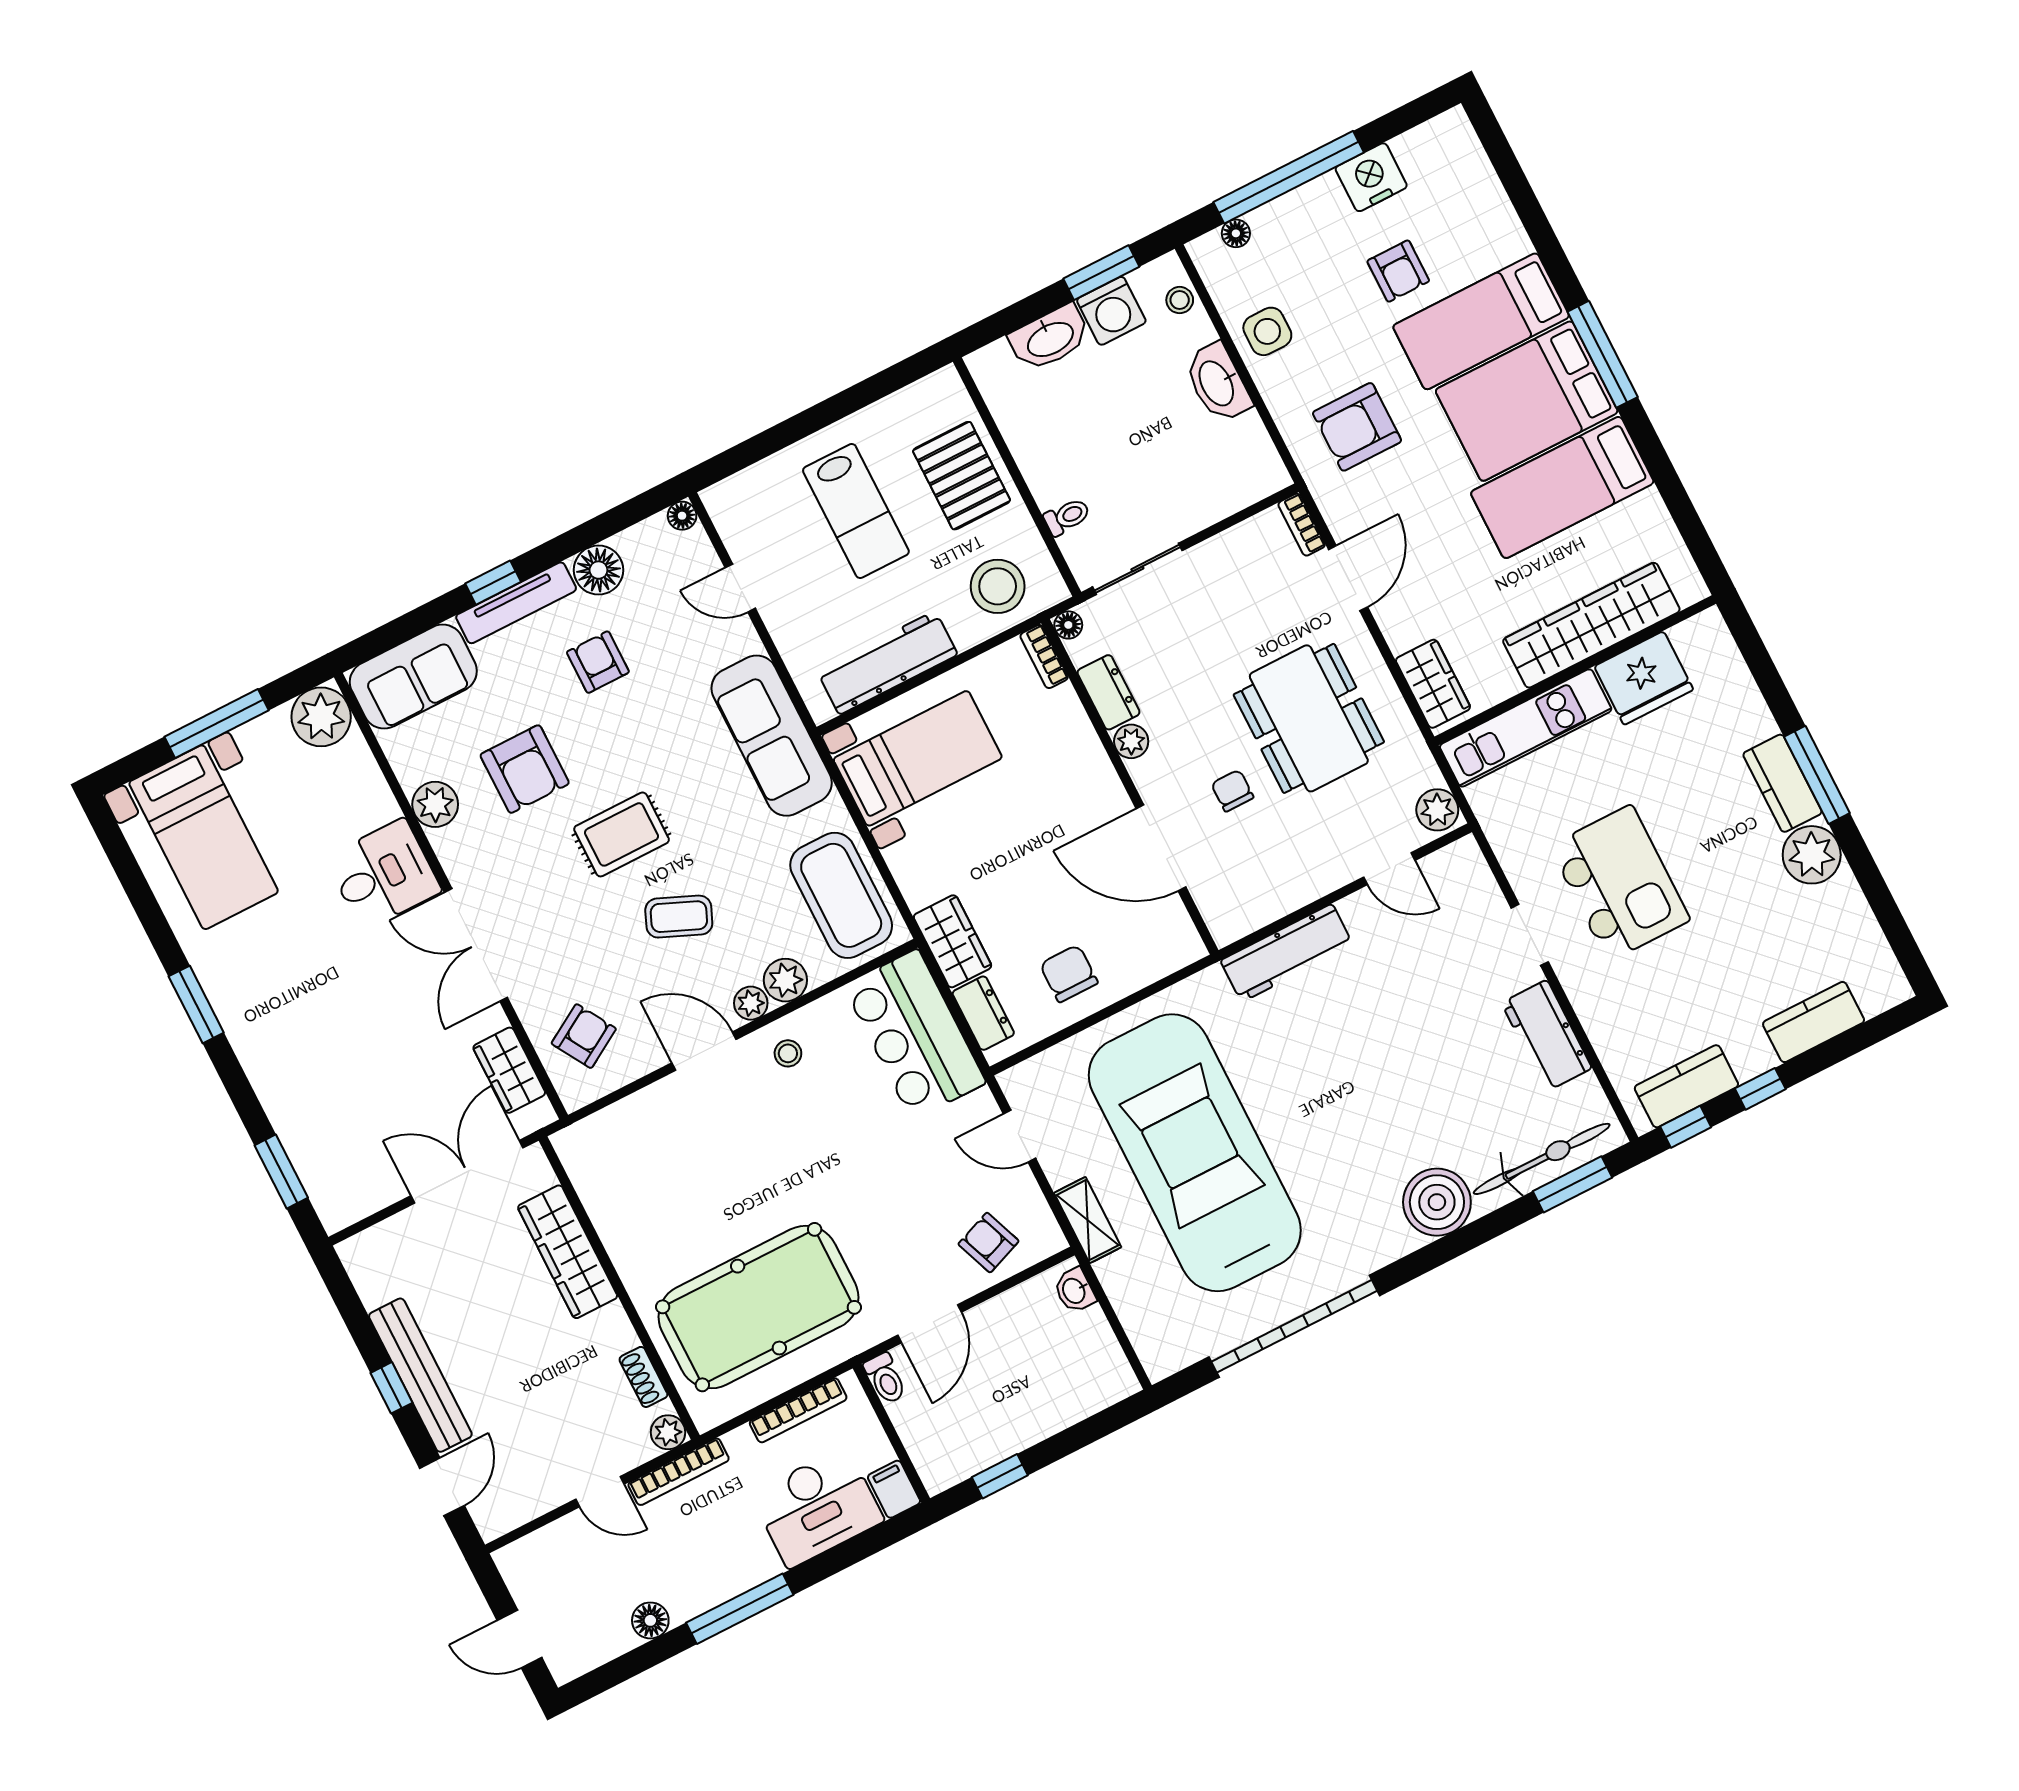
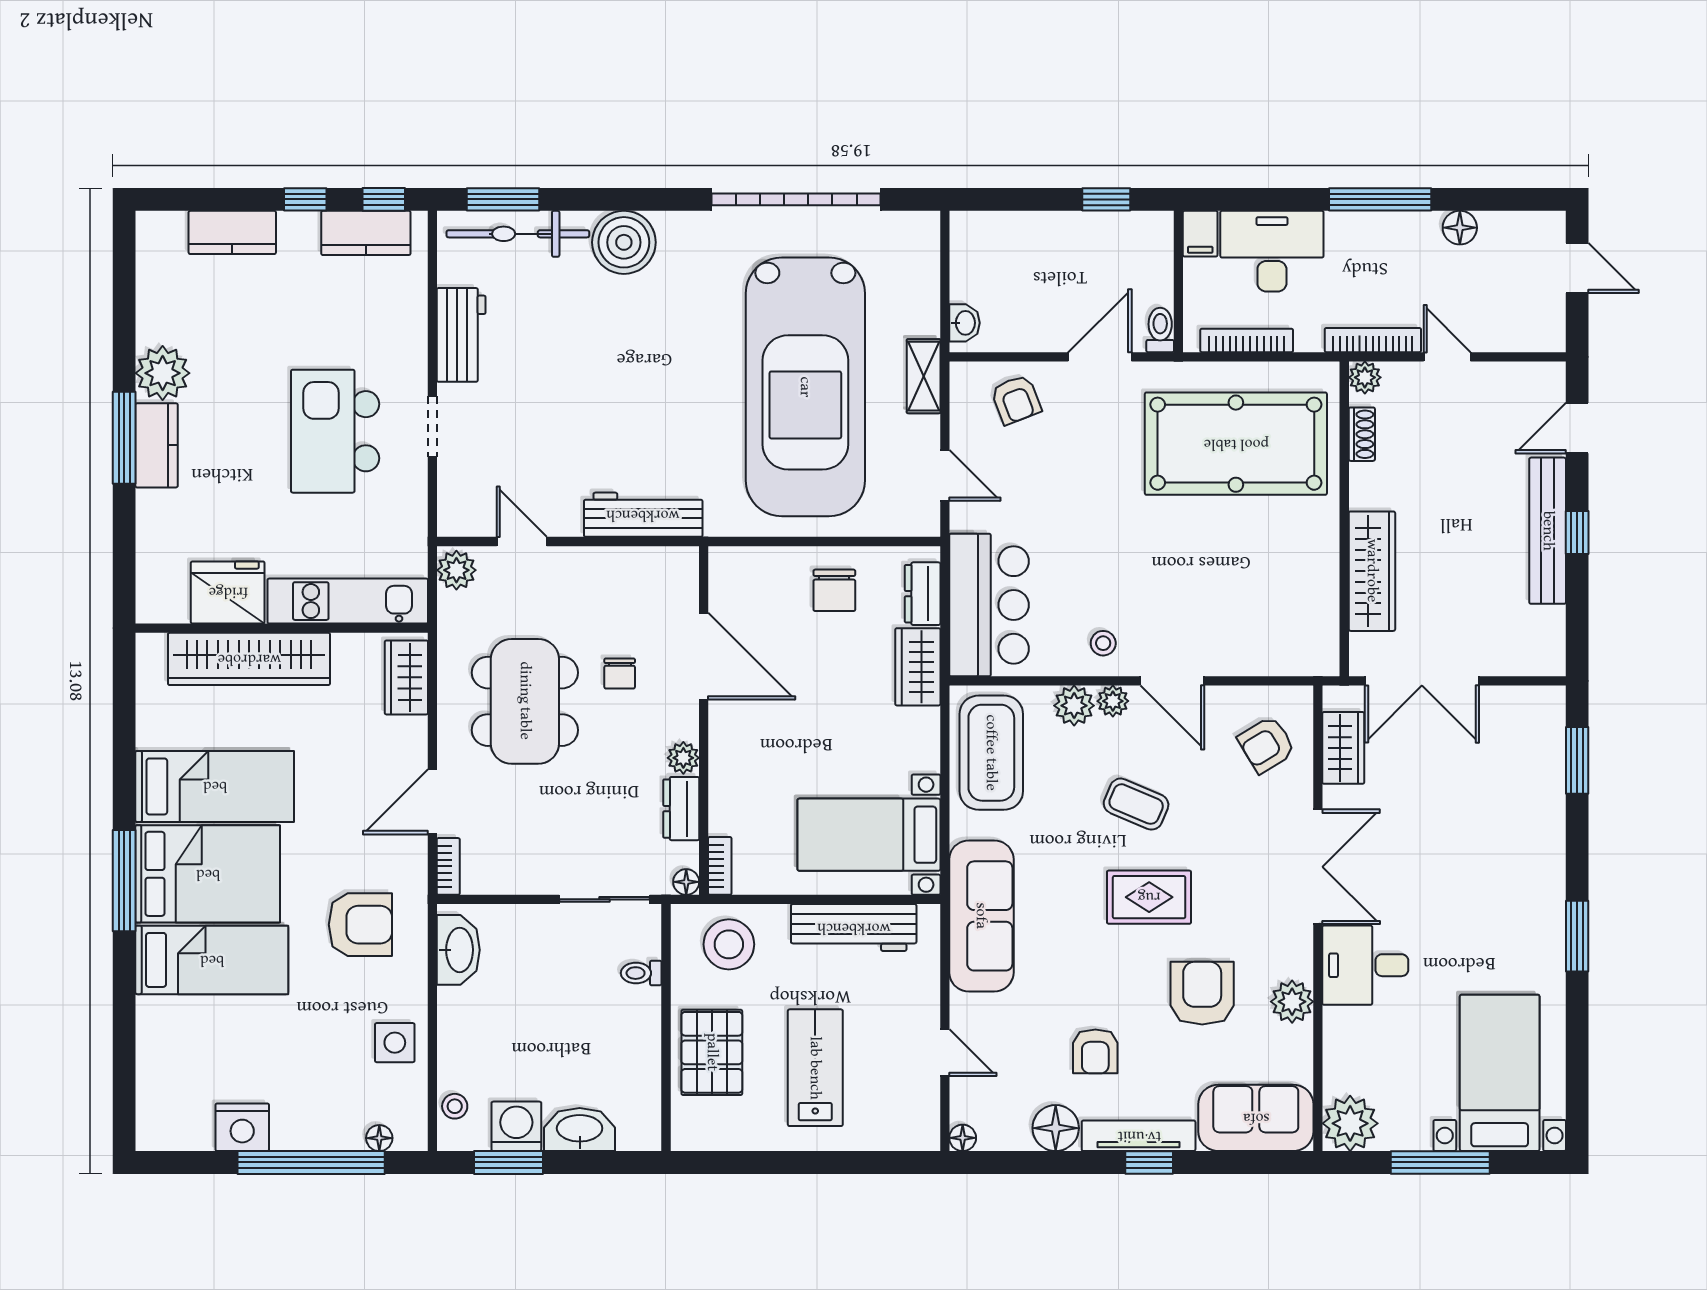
armchair: (1398, 271) -> (260, 1037), removed
washbasin: (1218, 383) -> (458, 950), moved

